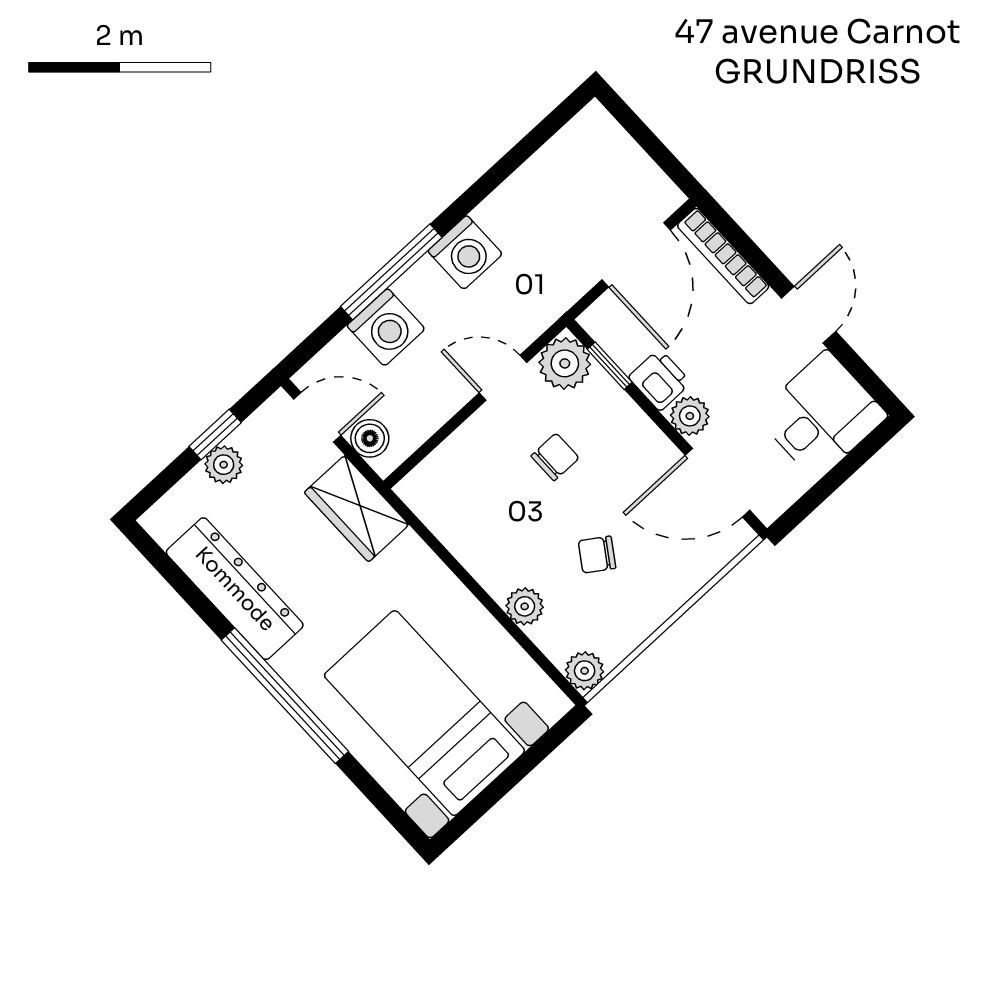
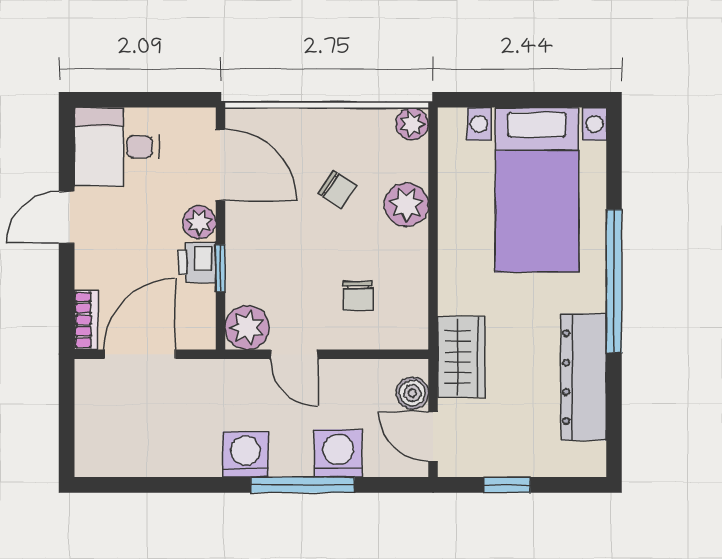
bookcase: (723, 256) -> (86, 320), width x0.64
window: (610, 366) -> (220, 268), moved
chair: (555, 457) -> (358, 296), moved, turned -90
plant: (224, 465) -> (519, 461), removed
plant: (525, 606) -> (407, 205), width x1.38, depth x1.38

